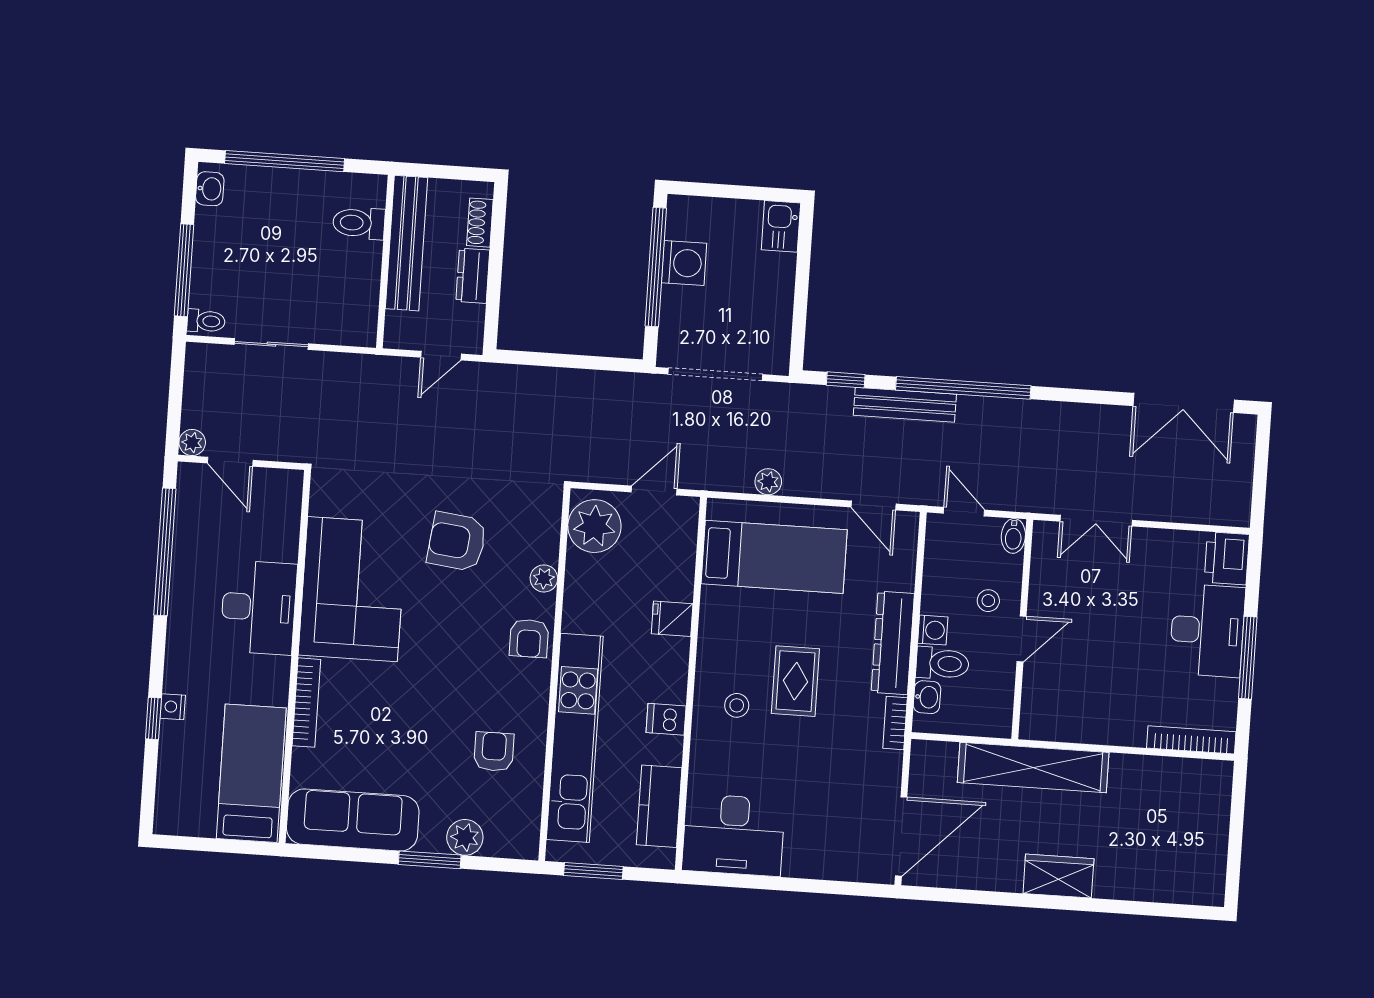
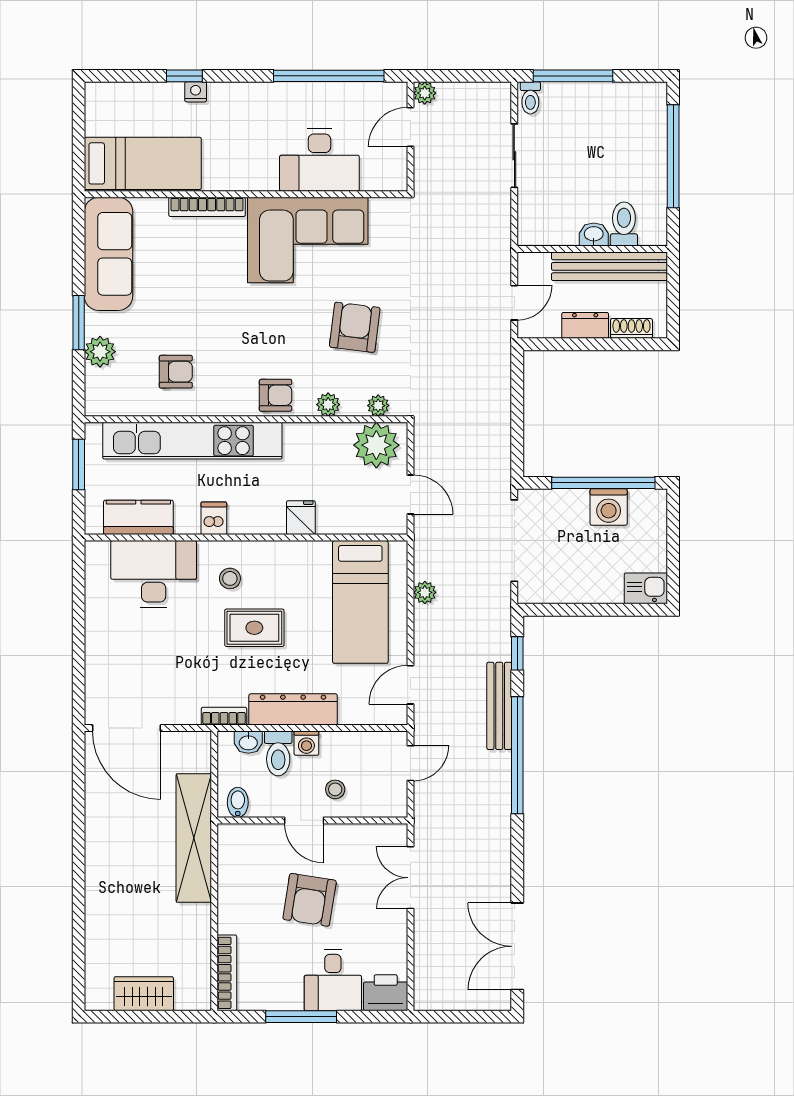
washbasin: (210, 189) -> (594, 234), moved, turned 180
door: (441, 356) -> (514, 303), swing flipped
plant: (549, 521) -> (378, 406), added
bidet: (1013, 536) -> (238, 802), moved, turned 90
desk: (259, 607) -> (319, 160), moved
desk: (1207, 630) -> (333, 980), width x0.73
armchair: (529, 638) -> (276, 395), turned 180
armchair: (1114, 639) -> (310, 900), added
desk: (733, 835) -> (154, 574), moved, turned 90
wardrobe: (1058, 876) -> (144, 994), moved, turned -90

